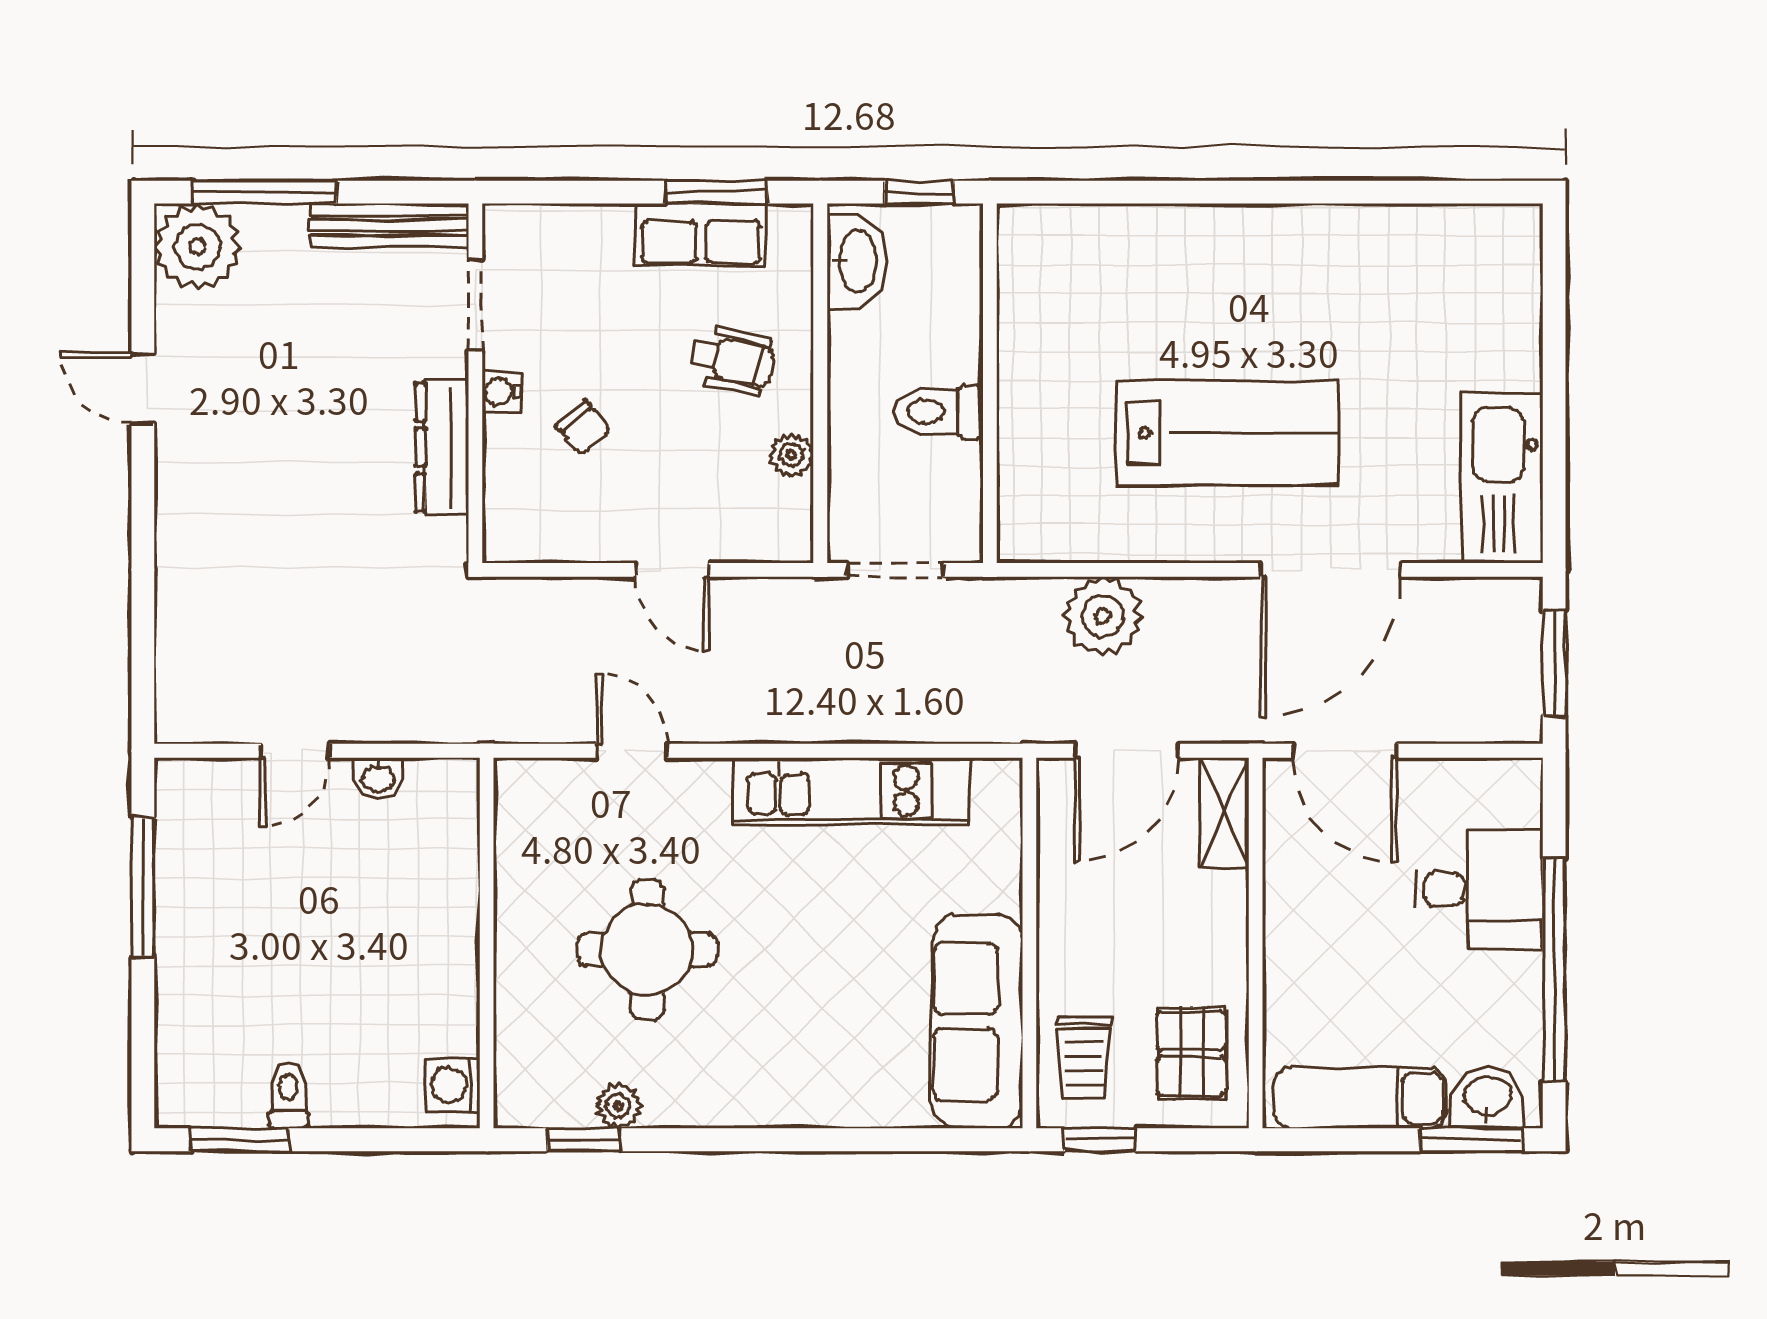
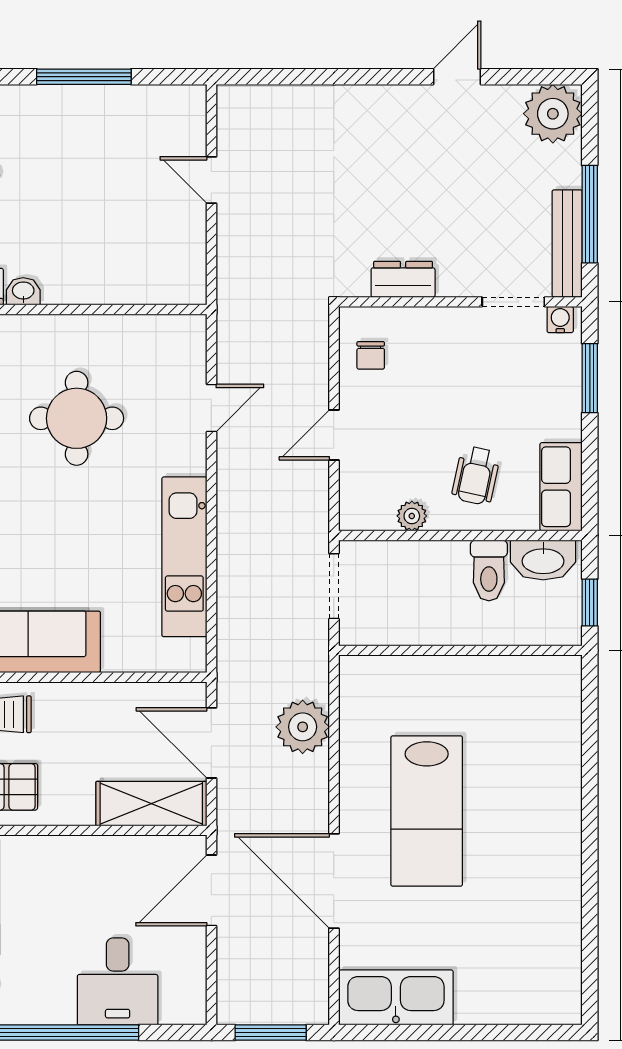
window: (265, 192) -> (590, 214), moved
window: (716, 192) -> (590, 378), moved
row of seats: (701, 235) -> (561, 487), moved
water cooler: (501, 392) -> (560, 320), moved
toilet: (938, 412) -> (489, 570), moved, turned 180
chair: (583, 428) -> (371, 355), moved, turned -50
dresser: (442, 447) -> (403, 279), width x0.70
washbasin: (378, 778) -> (23, 291), moved, turned 90
shelving: (1224, 812) -> (151, 804), width x1.50, depth x1.33
window: (143, 887) -> (84, 77), moved

